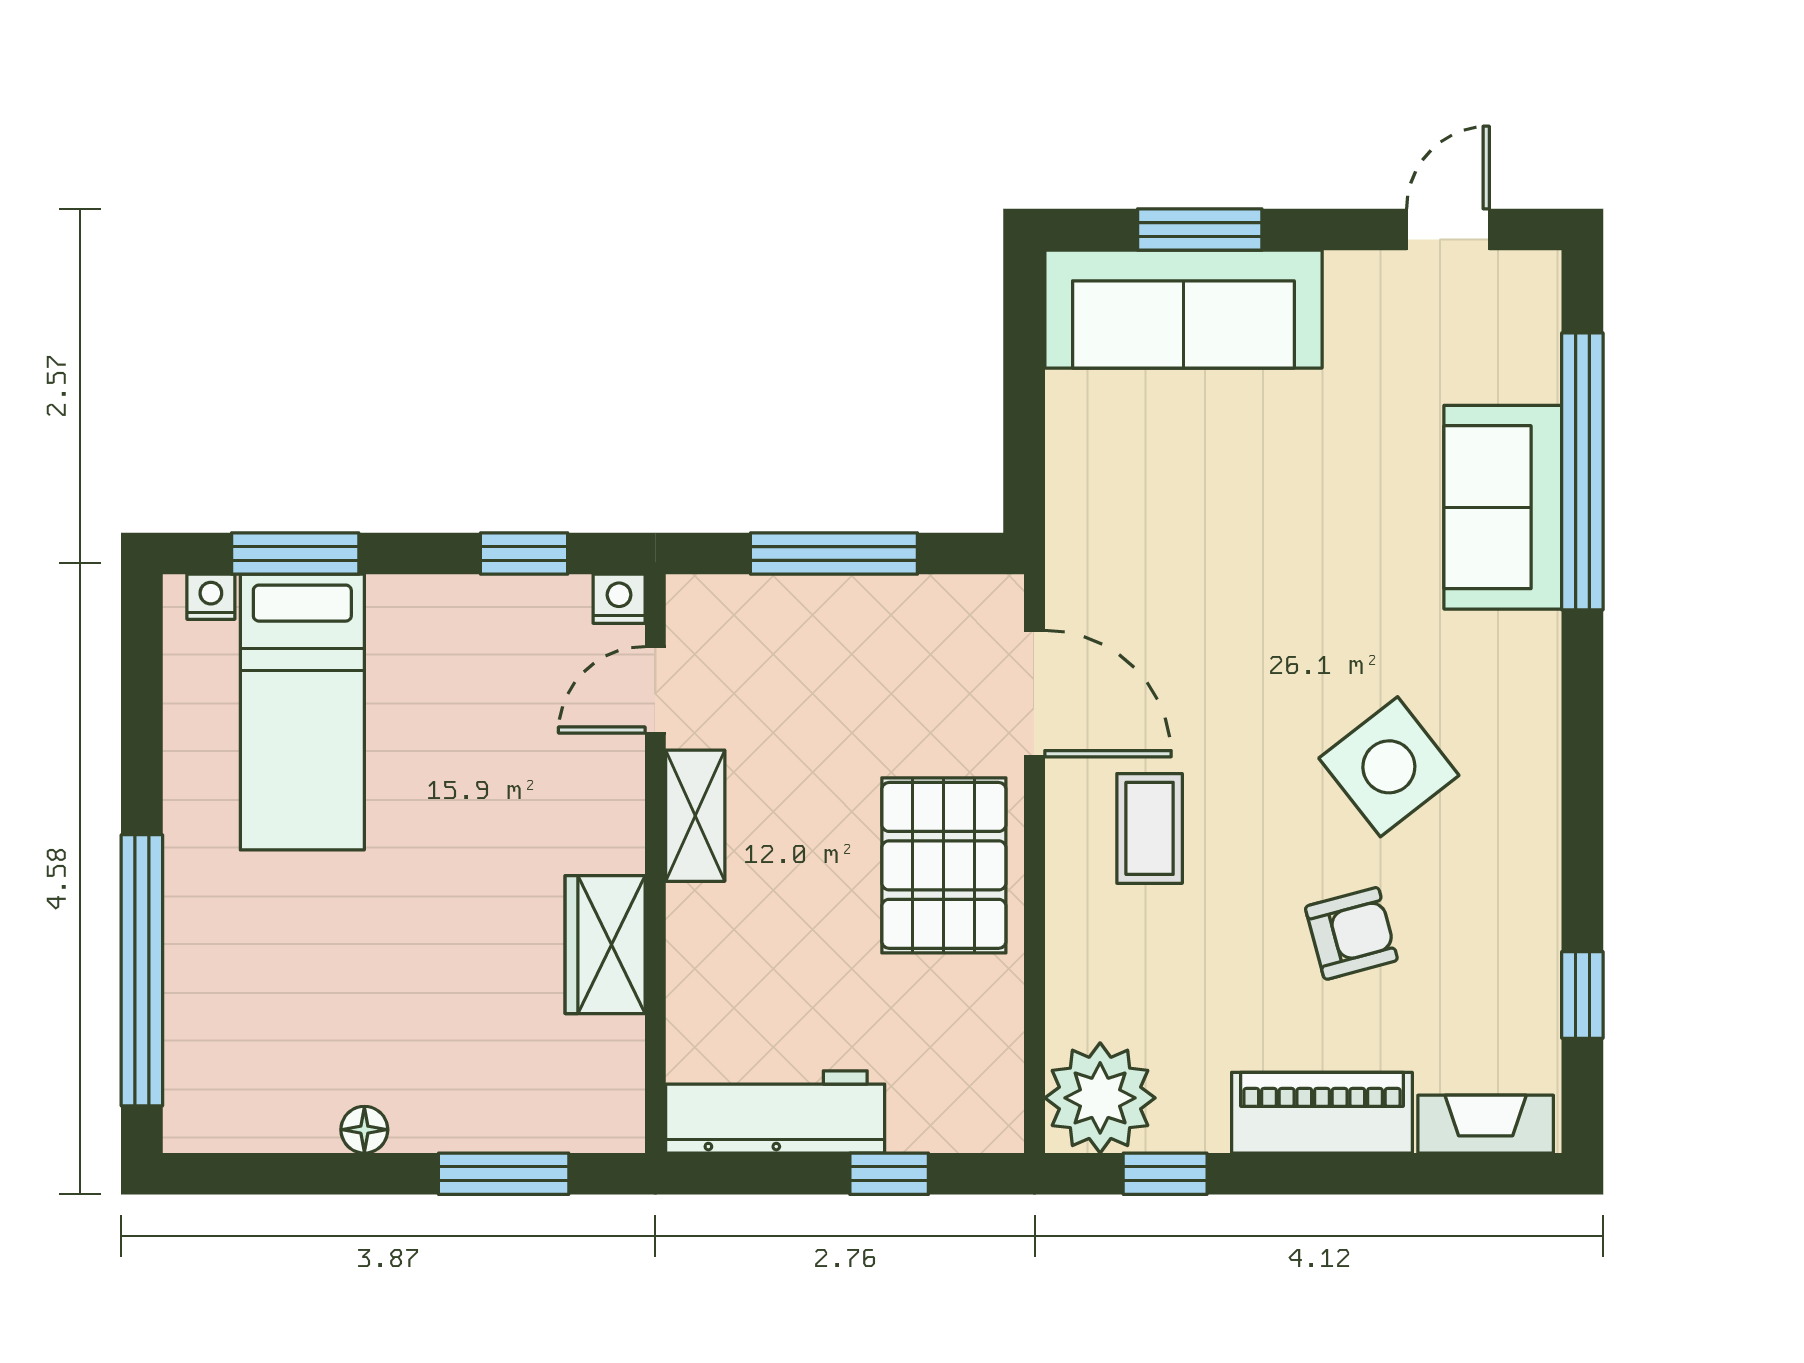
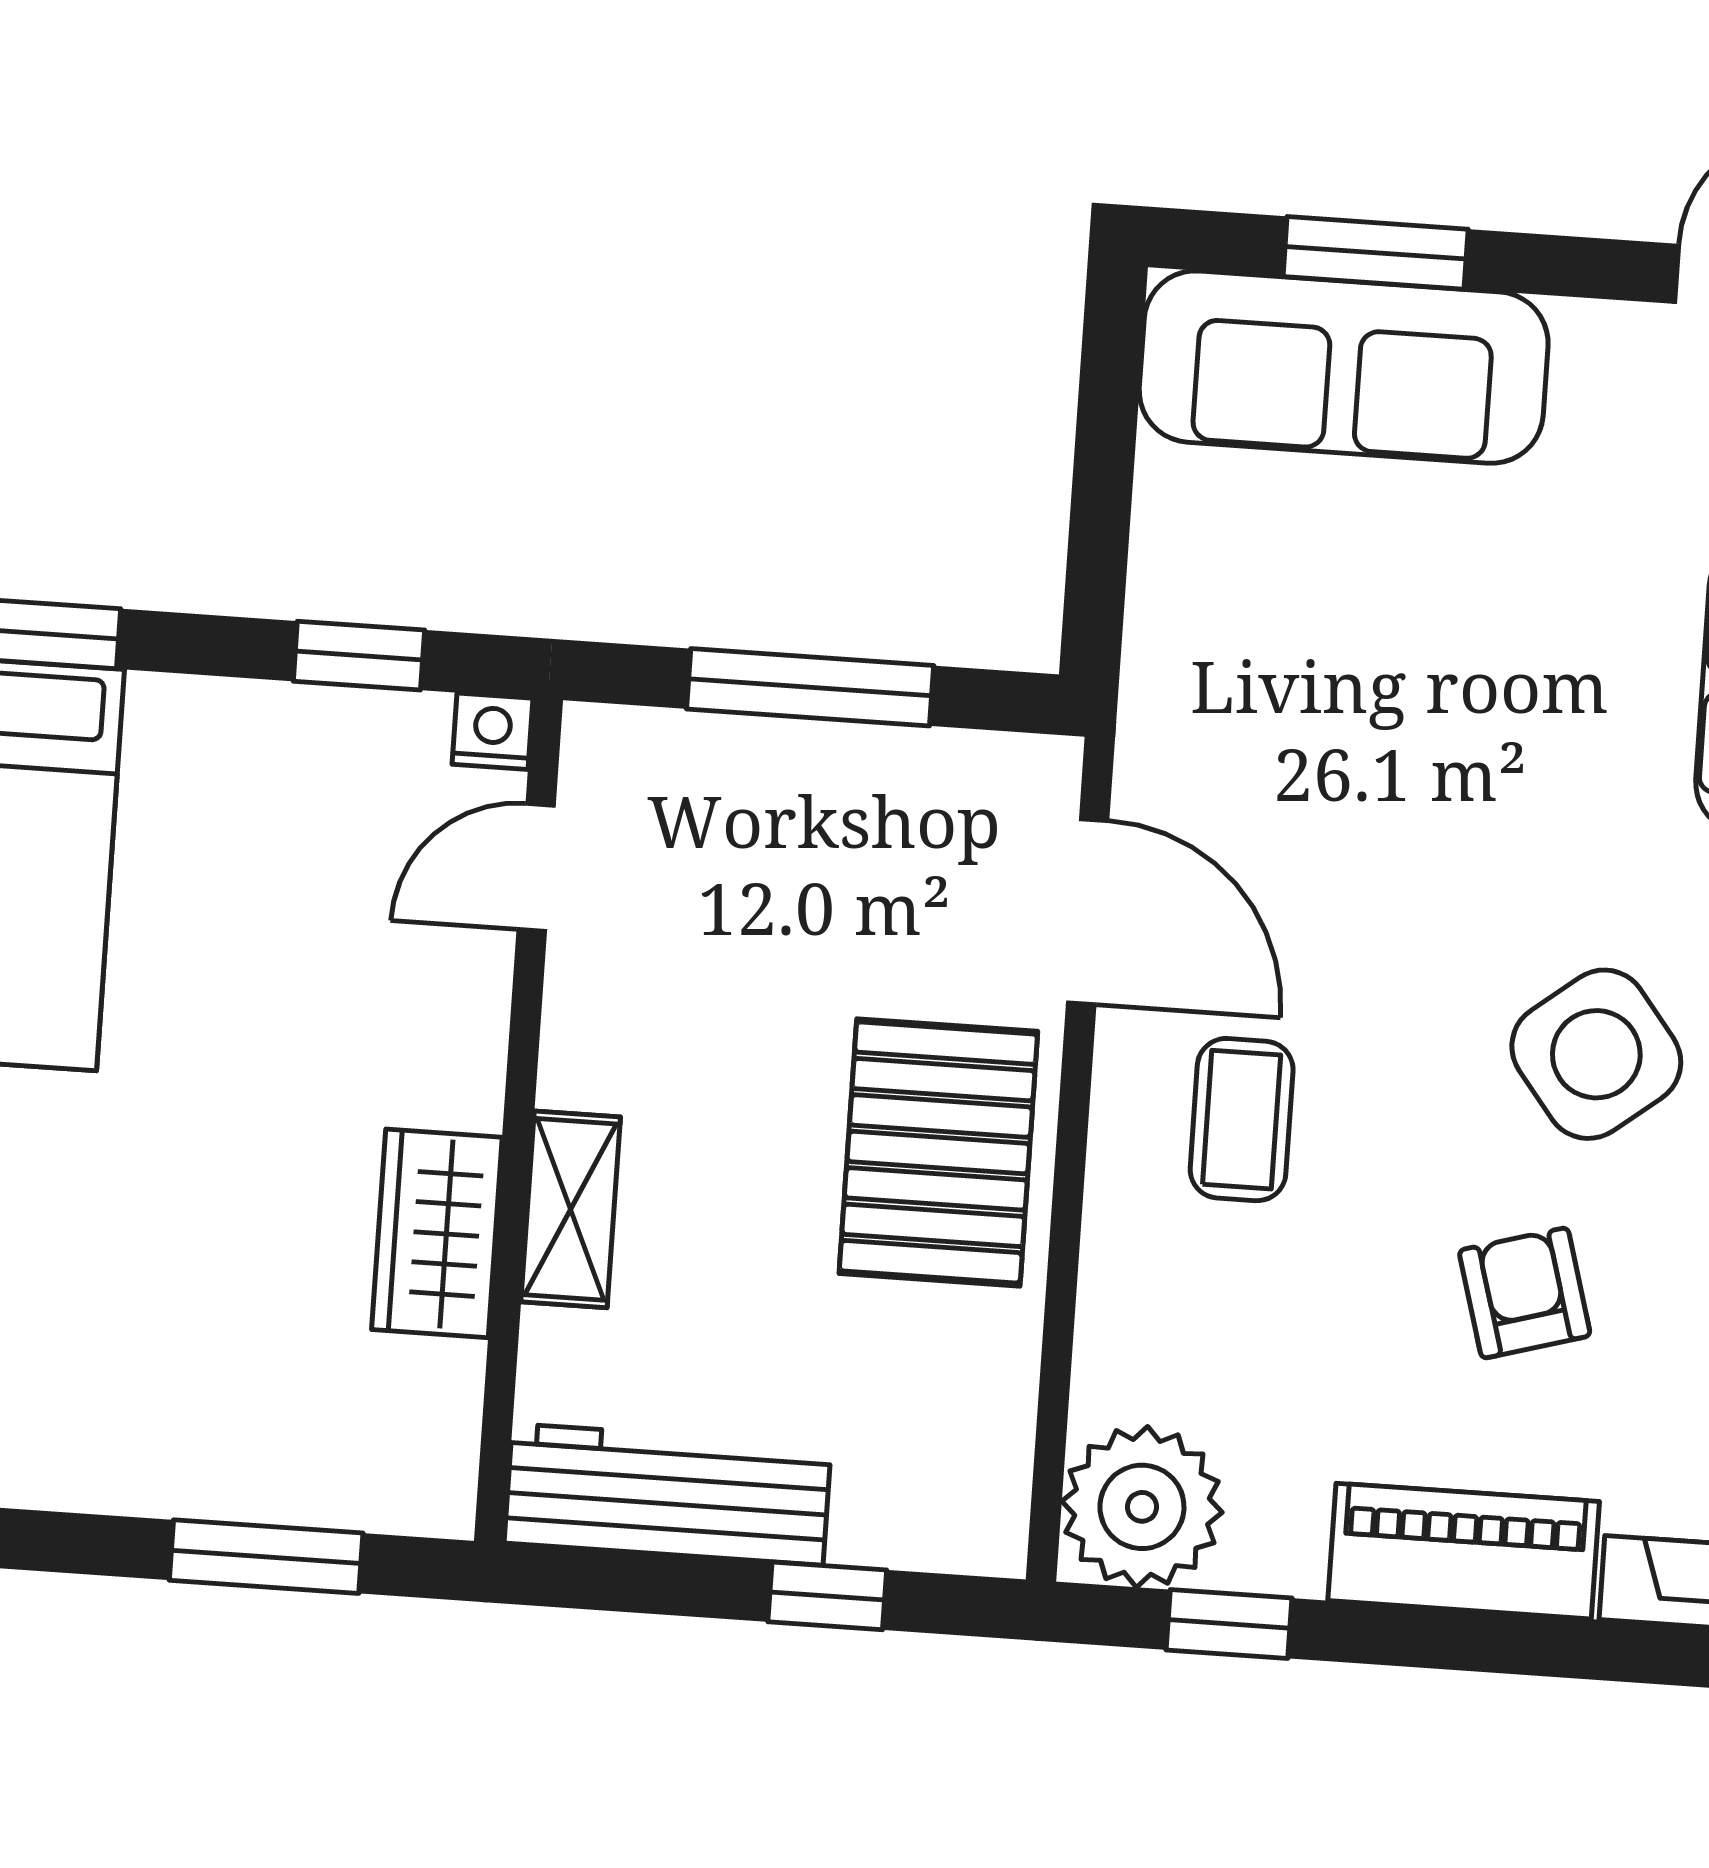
shelving: (695, 816) -> (571, 1209), moved
armchair: (1351, 933) -> (1525, 1293), turned -91
floor lamp: (364, 1130) -> (68, 1478), removed

